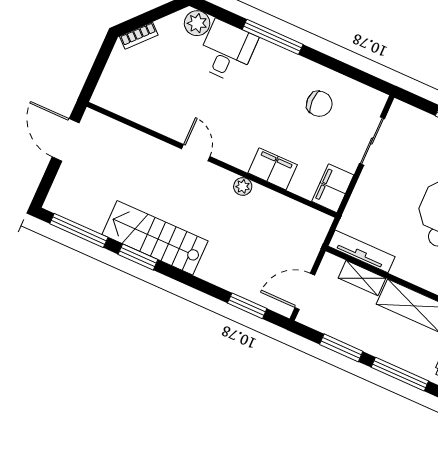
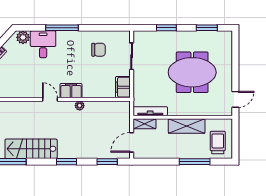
filing cabinet: (273, 169) -> (71, 91), moved
stairs: (155, 238) -> (31, 149), moved
window: (138, 257) -> (66, 162), moved
shelving: (362, 278) -> (144, 124), moved
window: (341, 348) -> (161, 162), removed

